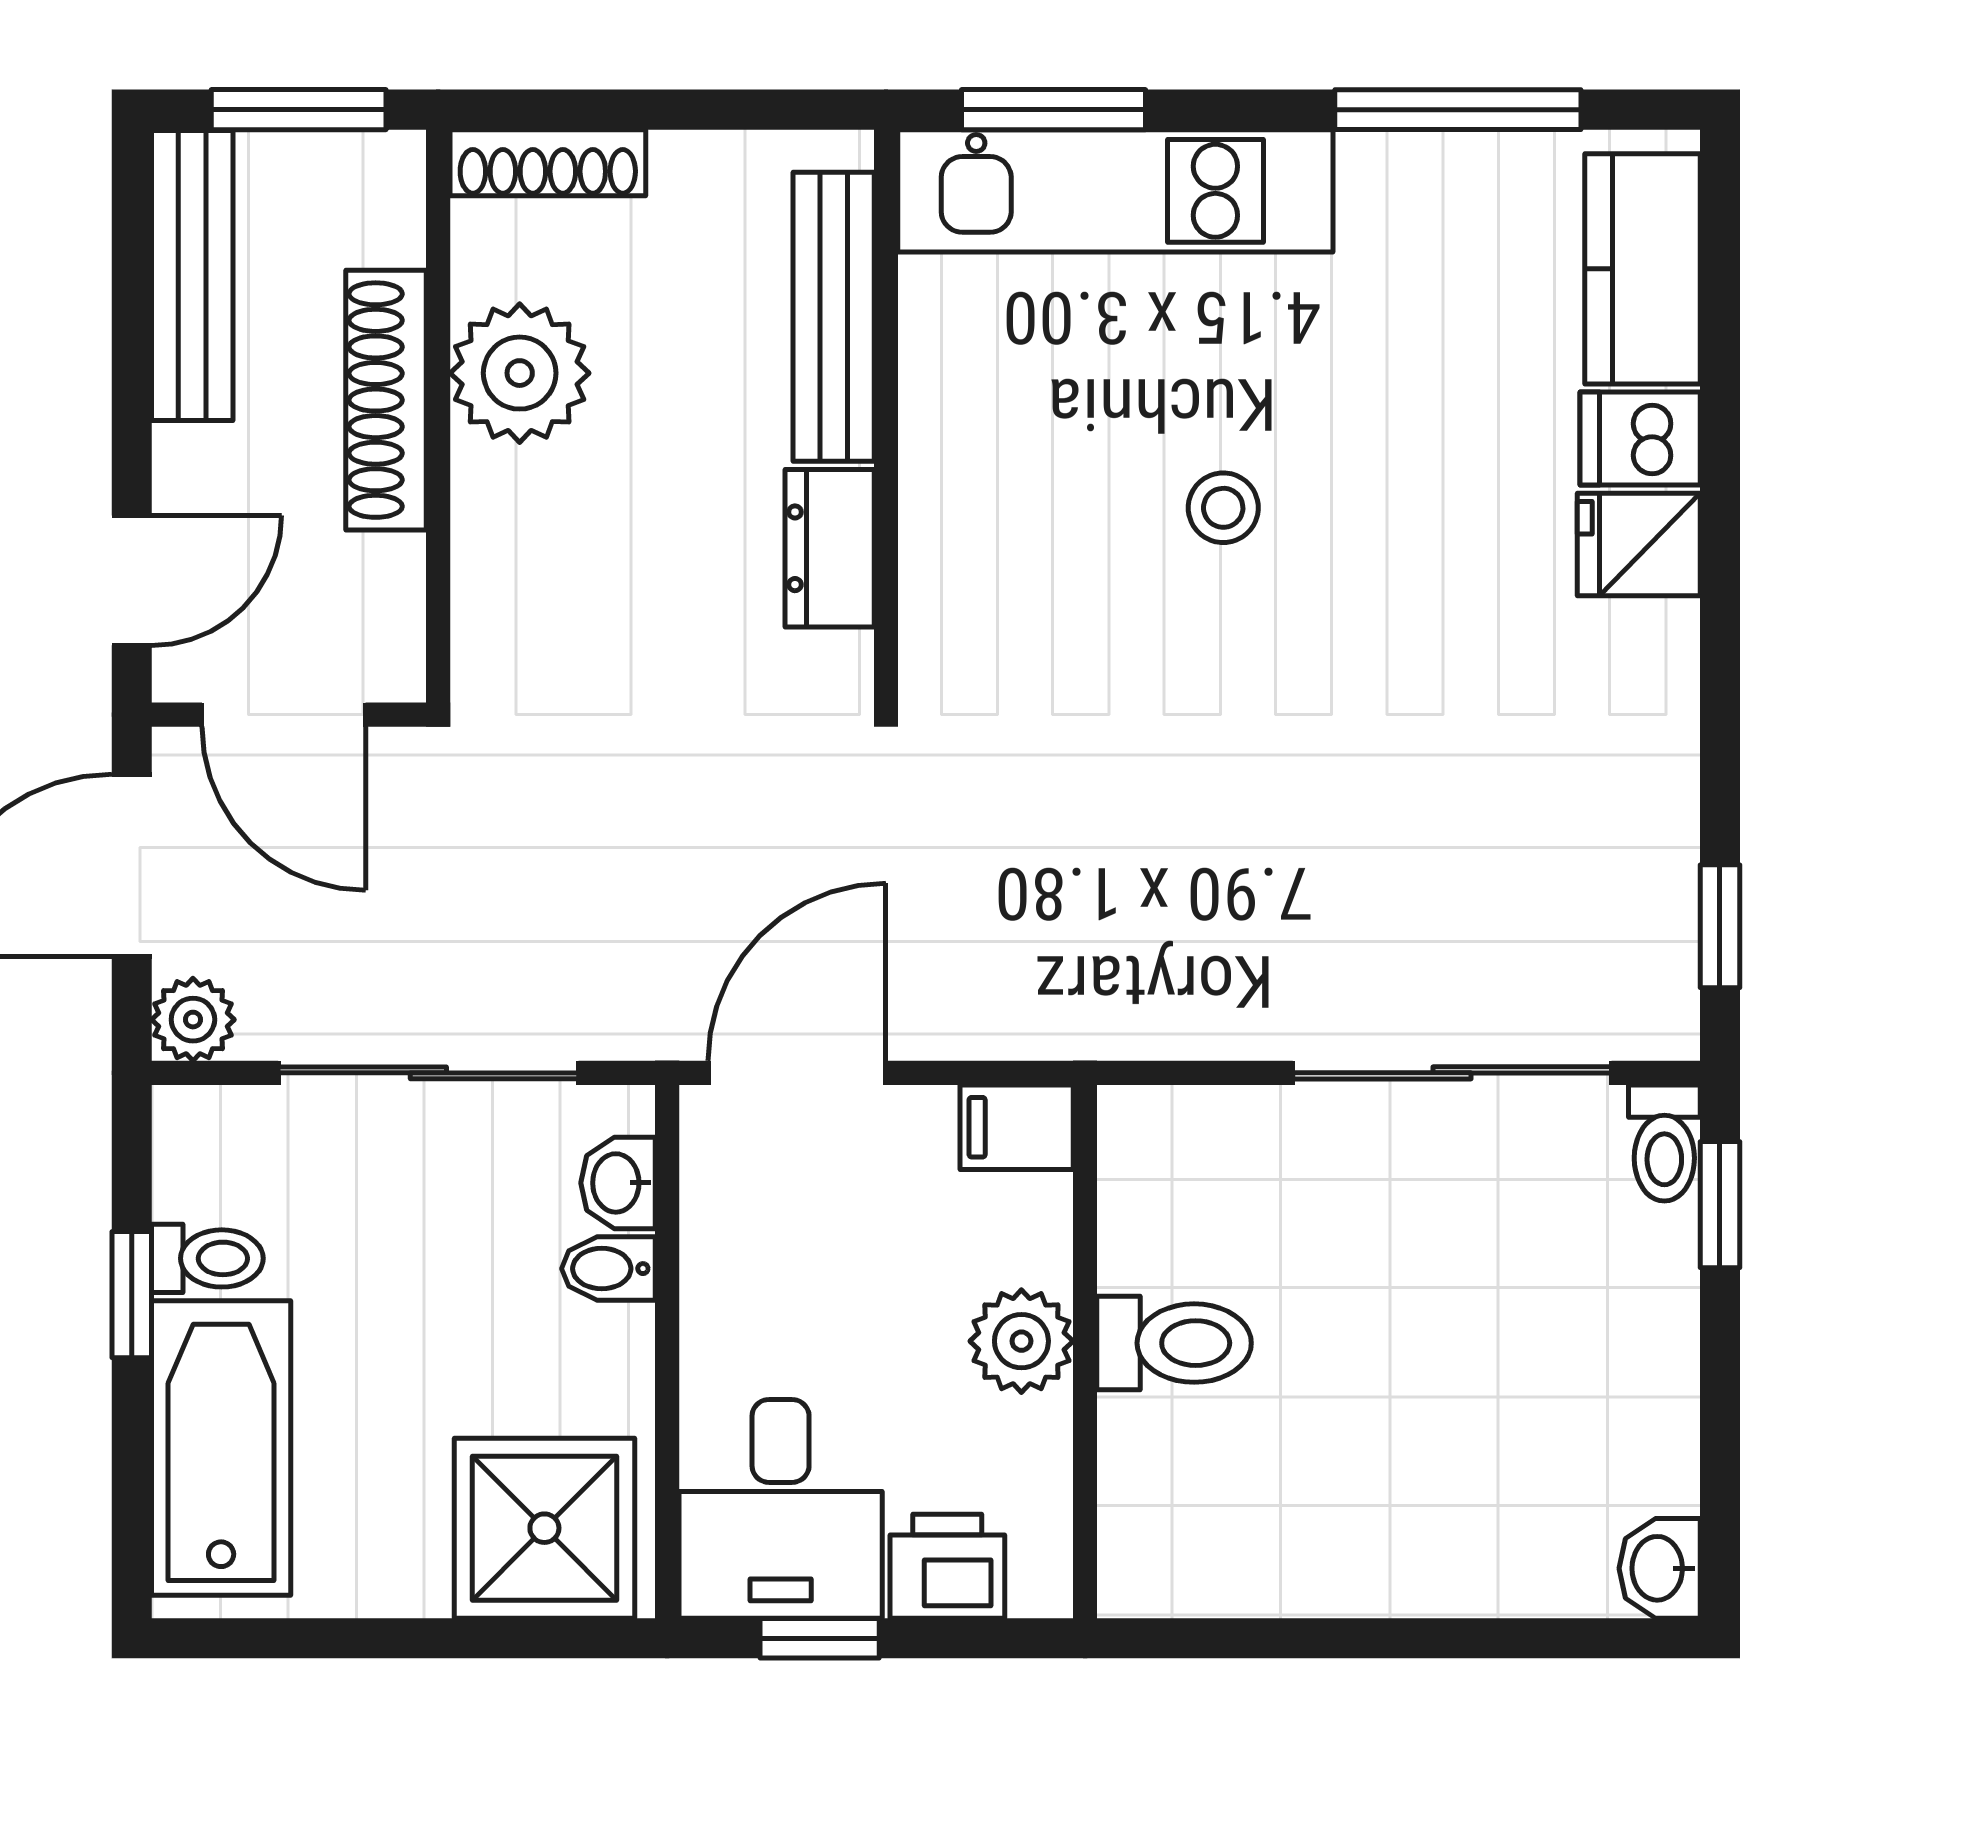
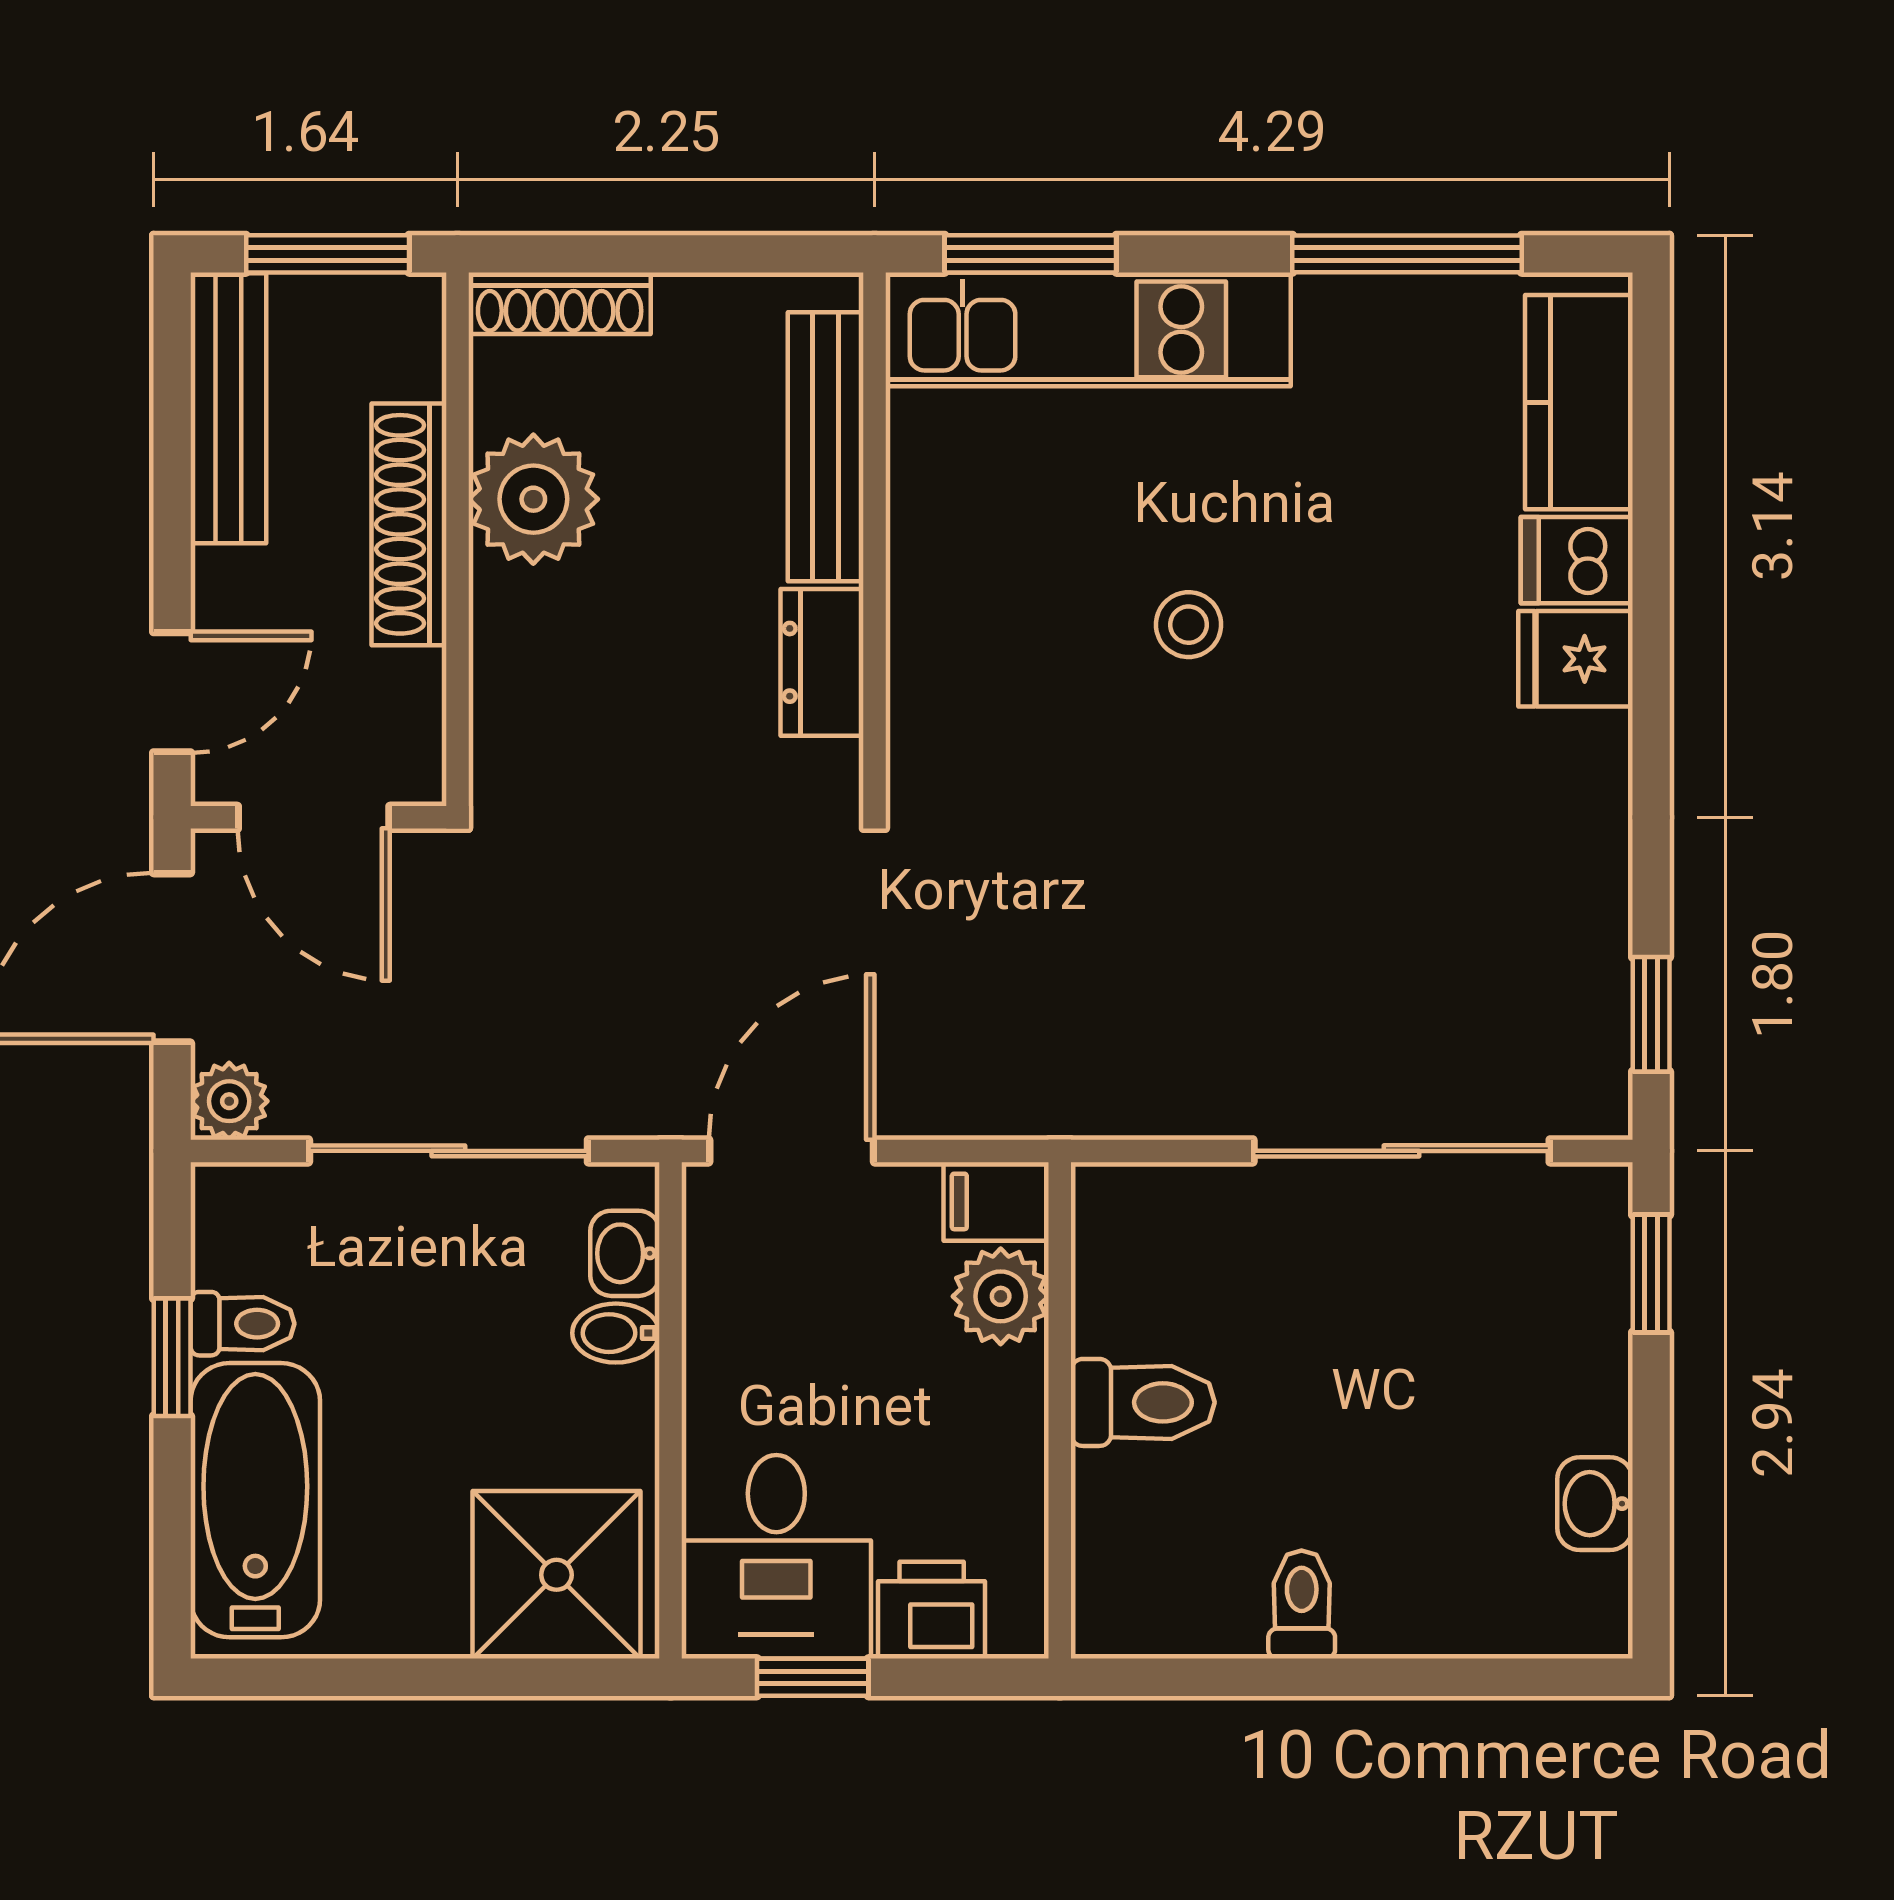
toilet: (1664, 1143) -> (1302, 1605), moved, turned 180
plant: (1021, 1341) -> (1001, 1296), moved
washbasin: (1660, 1568) -> (1595, 1504), moved

